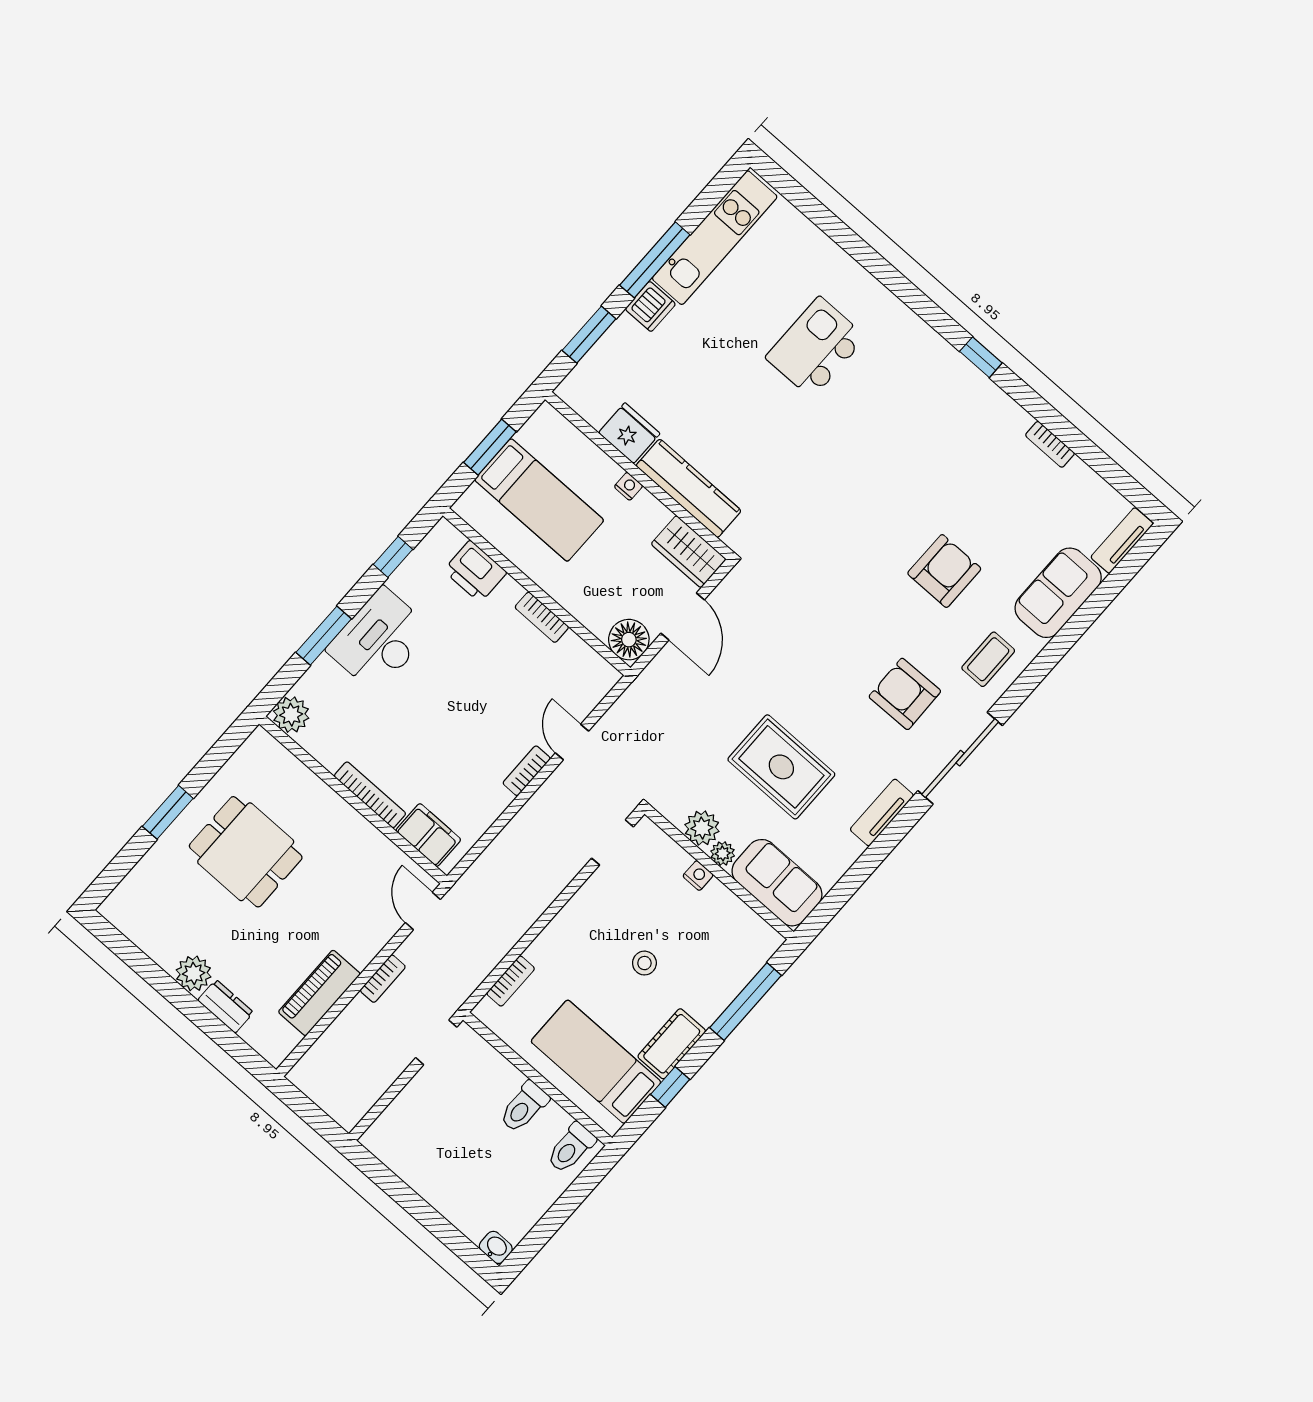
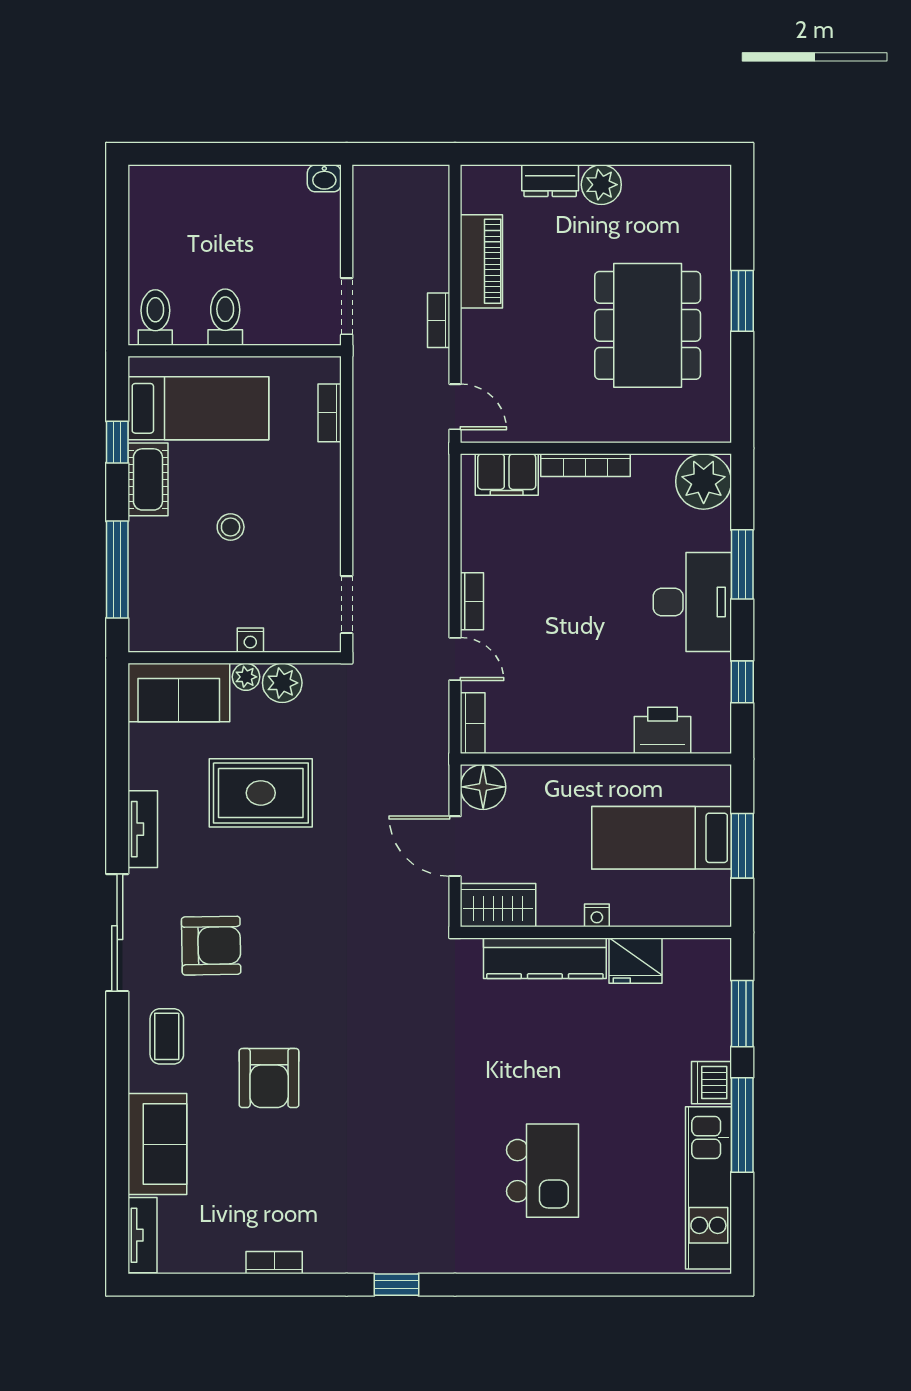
bookcase: (542, 617) -> (473, 723), moved, turned 90
plant: (291, 715) -> (704, 481), width x1.36, depth x1.36
dining table: (246, 852) -> (648, 325), width x1.37
washbasin: (496, 1247) -> (324, 178), moved

